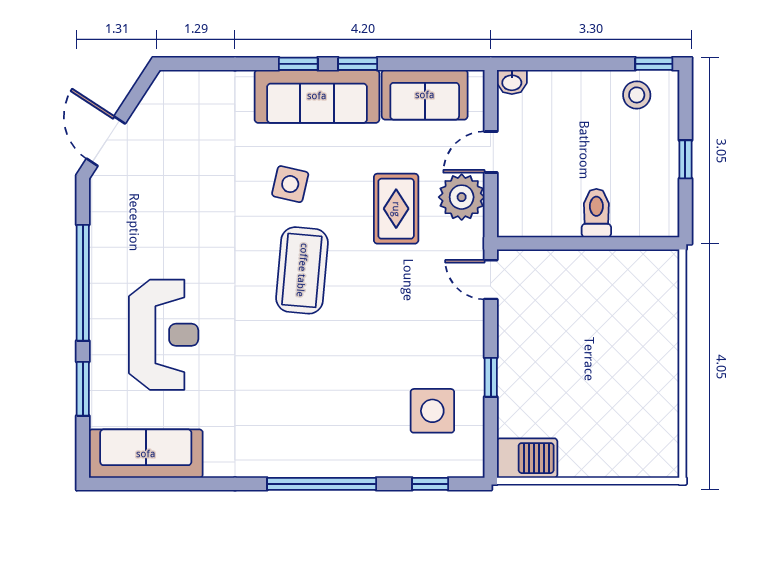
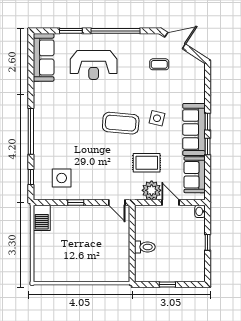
window: (654, 64) -> (208, 242), moved
stool: (637, 95) -> (195, 264), removed
coffee table: (162, 179) -> (159, 64), added
door: (491, 280) -> (117, 203), swing flipped

